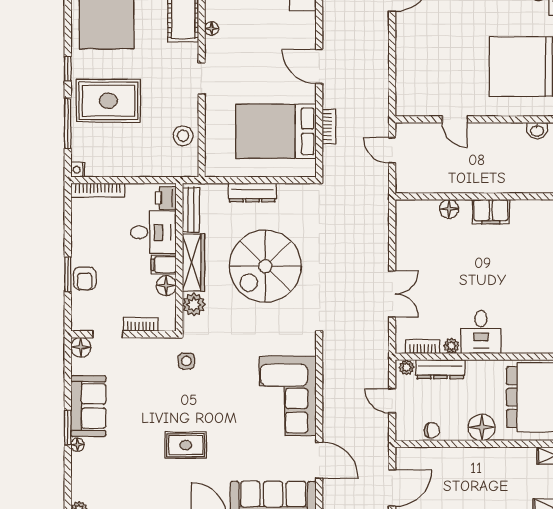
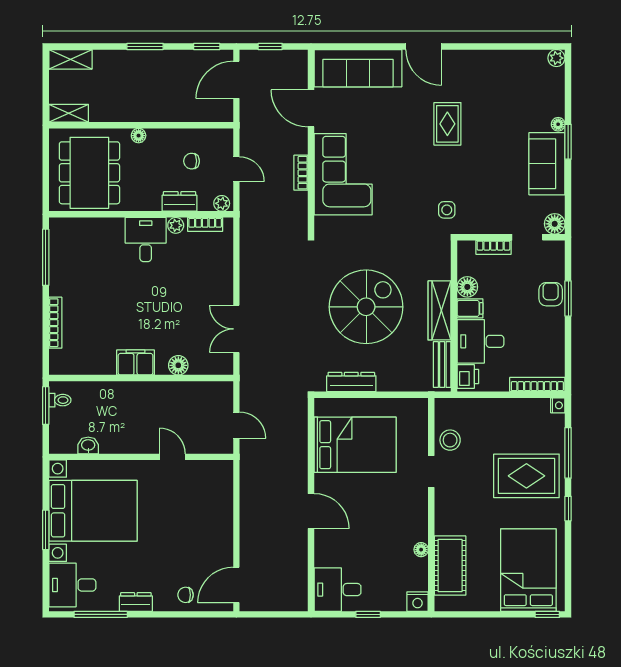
doorway: (202, 78) -> (431, 472), moved
bookcase: (329, 126) -> (301, 173), moved
dresser: (252, 193) -> (351, 382), moved
double door: (392, 294) -> (236, 329), moved
plant: (194, 305) -> (439, 268), removed
dresser: (440, 369) -> (180, 201), width x0.70
floor lamp: (482, 427) -> (139, 136), width x0.53, depth x0.53
chair: (432, 430) -> (192, 161), moved
rug: (186, 445) -> (447, 124), turned 90

